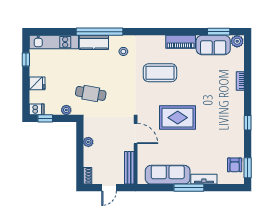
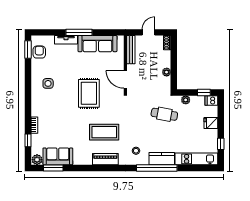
piano: (181, 42) -> (105, 159), moved
rug: (178, 118) -> (89, 93), turned 90
window: (248, 123) -> (28, 140), moved
side table: (224, 129) -> (48, 83), added

